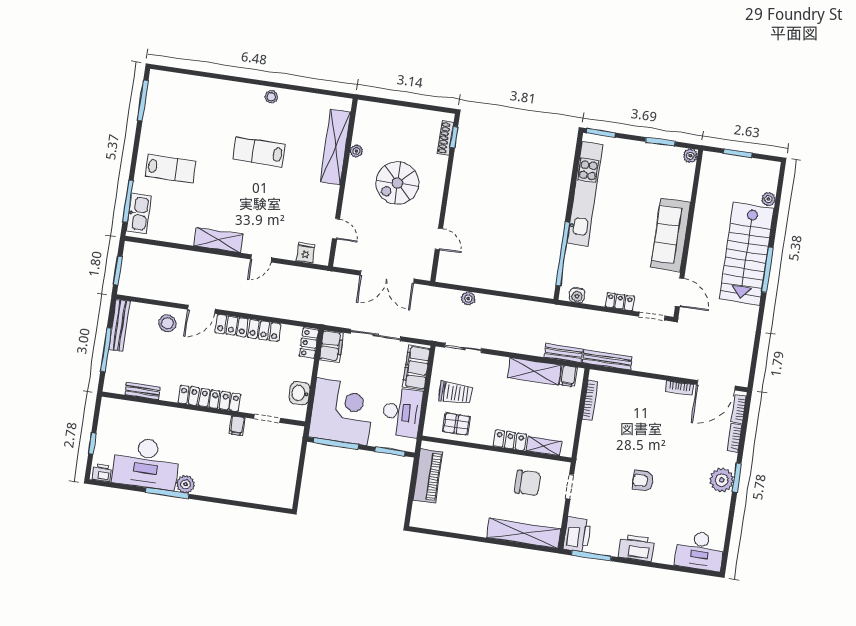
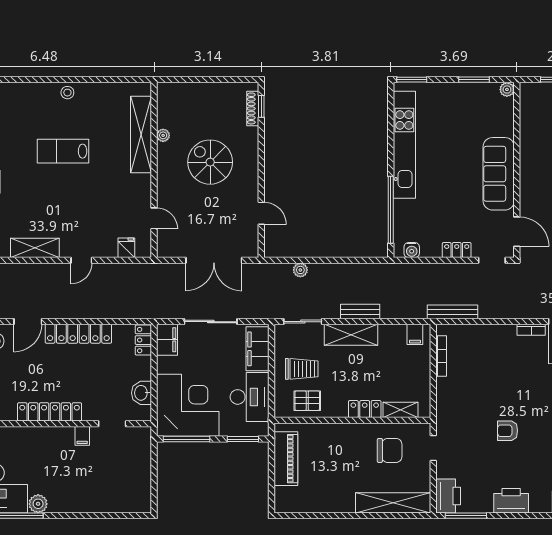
spiral stairs: (397, 183) -> (210, 162), turned 90
bench: (564, 353) -> (360, 312), moved
shelving: (534, 371) -> (351, 335), moved

